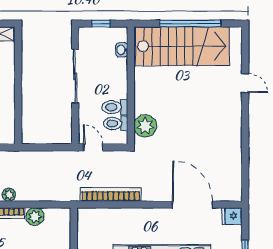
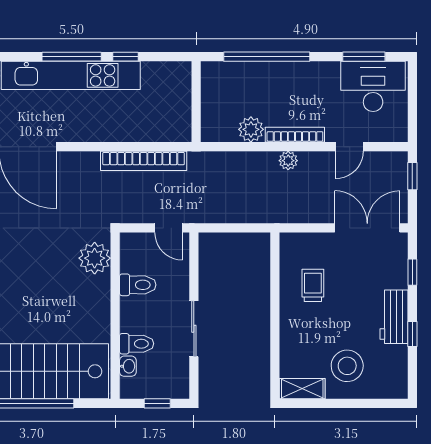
sliding door: (75, 76) -> (194, 329), width x0.73
toilet: (116, 123) -> (137, 344), moved

